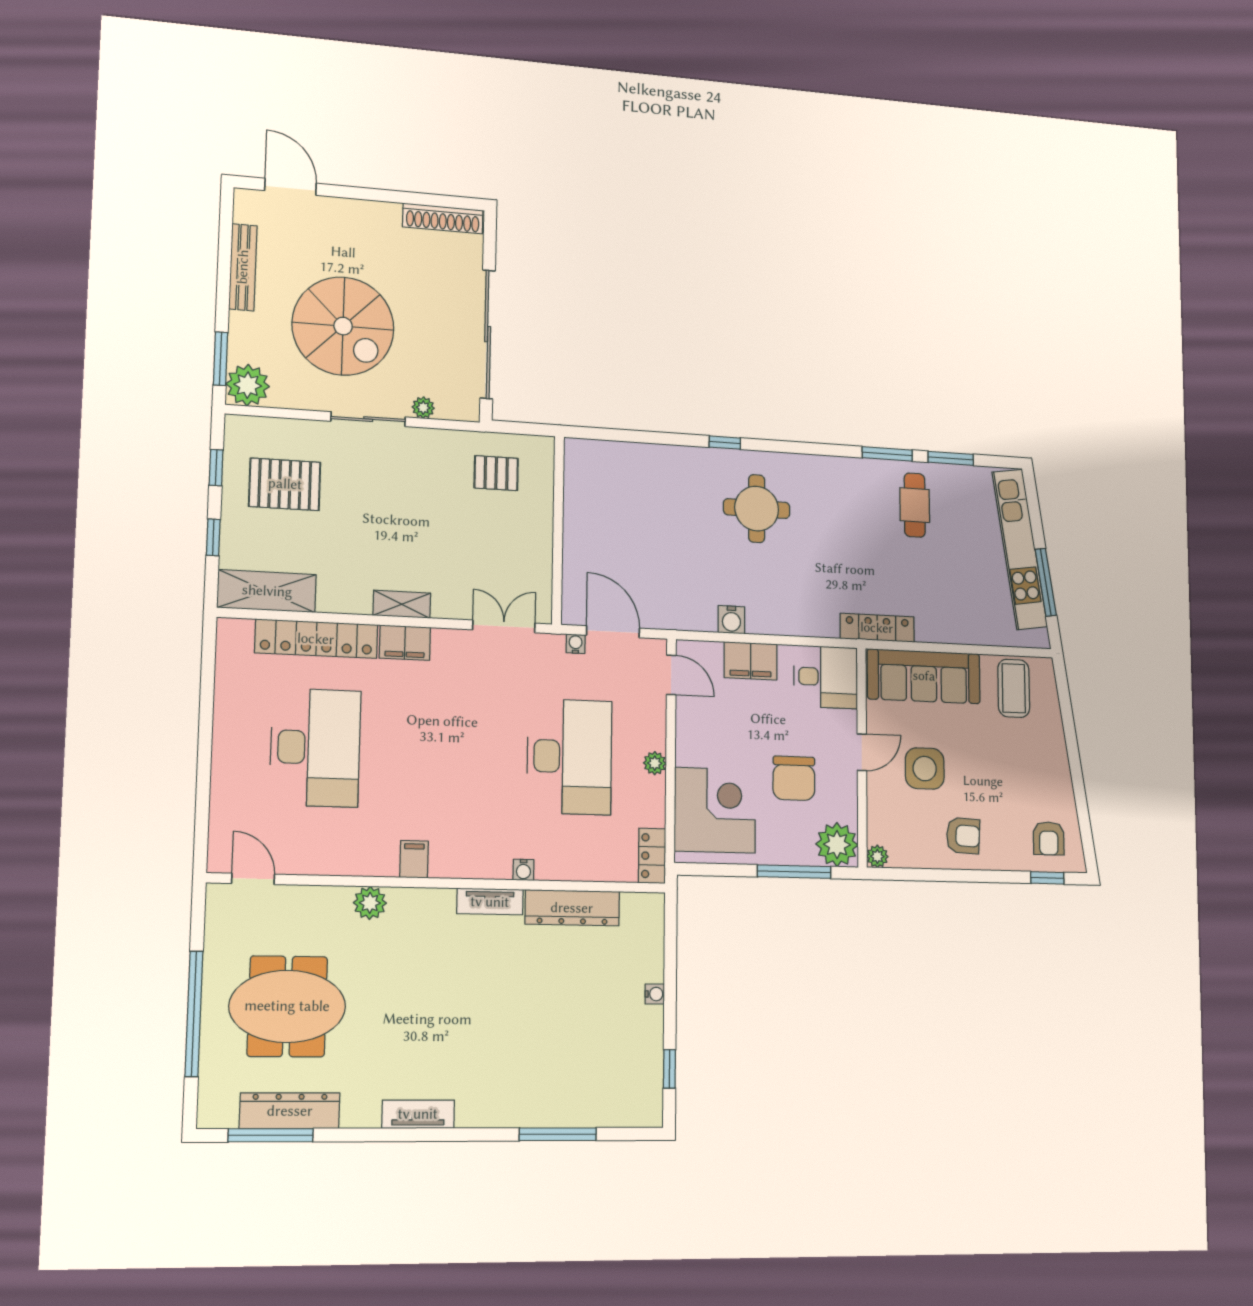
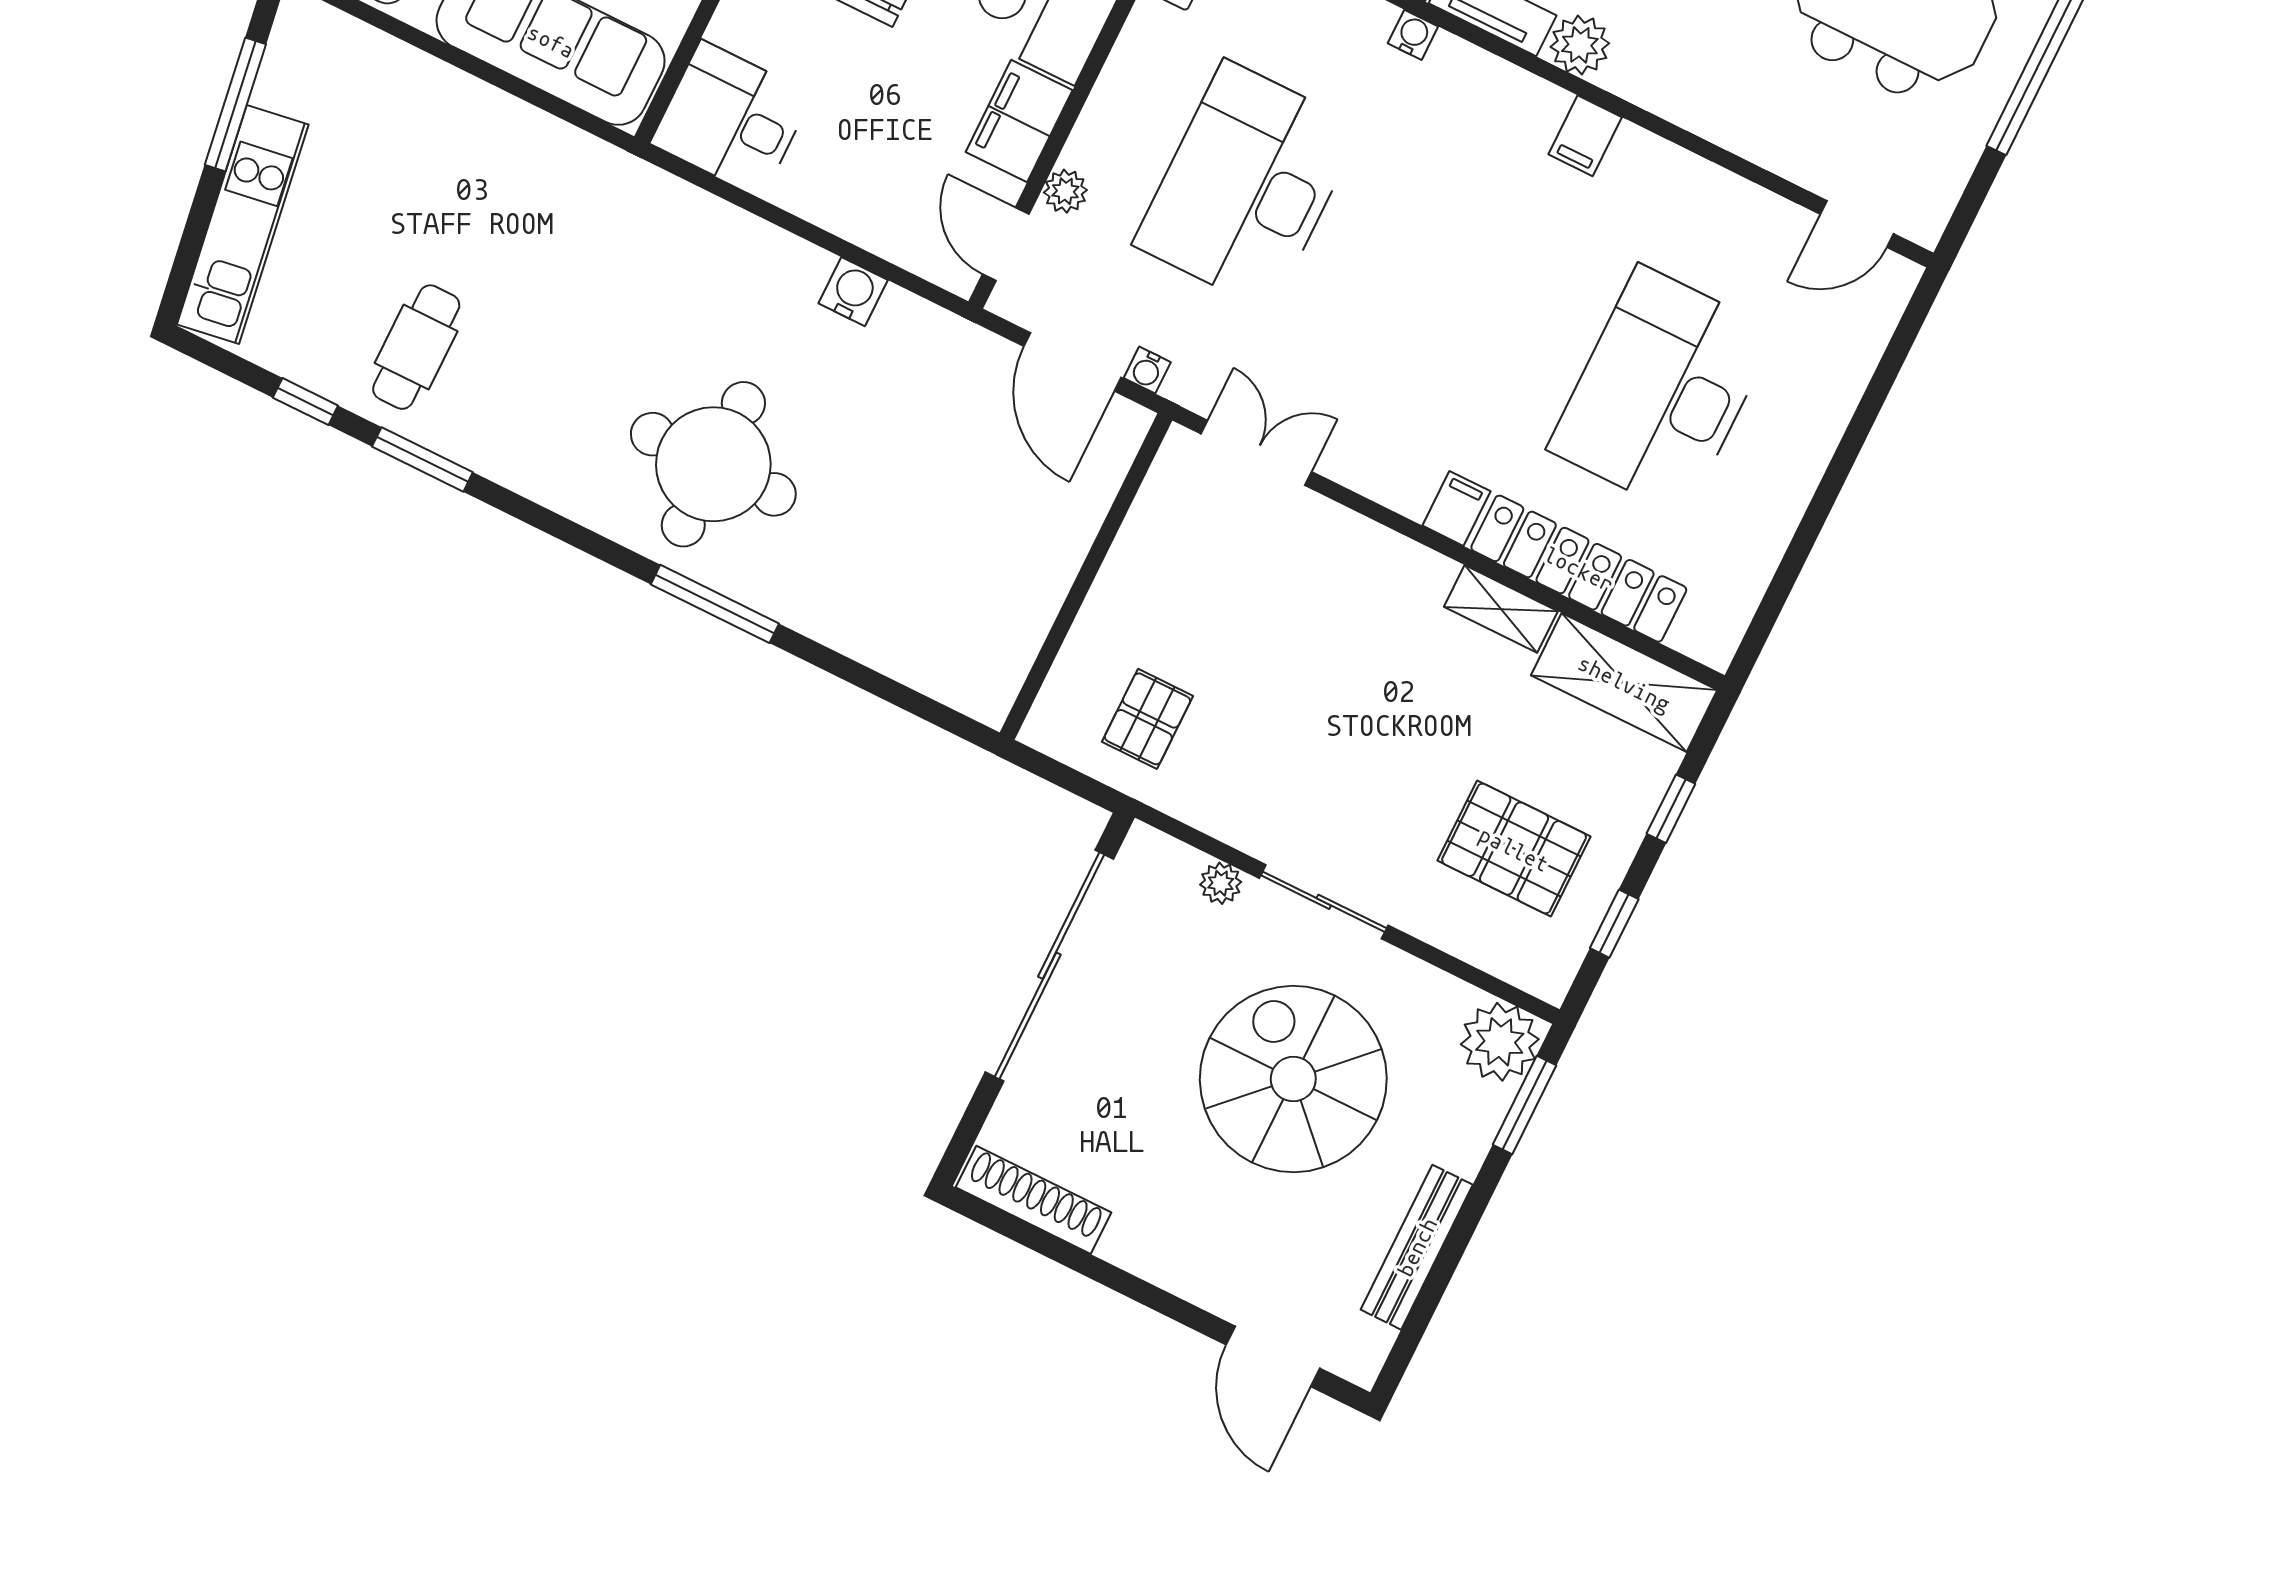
window: (725, 443) -> (715, 604), width x2.17
window: (951, 458) -> (305, 402), width x0.67
pallet: (496, 473) -> (1147, 719), turned 90
round table: (757, 509) -> (713, 464), width x1.36, depth x1.36
kitchen unit: (1020, 549) -> (243, 224), width x0.73
shelving: (402, 604) -> (1501, 609), moved
double door: (504, 626) -> (1256, 453), swing flipped
locker: (877, 628) -> (595, 162), removed
filing cabinet: (405, 643) -> (1456, 508), width x0.50
filing cabinet: (751, 661) -> (1019, 121), moved, turned -90
plant: (655, 763) -> (1065, 191), moved
door: (253, 879) -> (1857, 224), hinge flipped
plant: (370, 903) -> (1580, 45), moved

